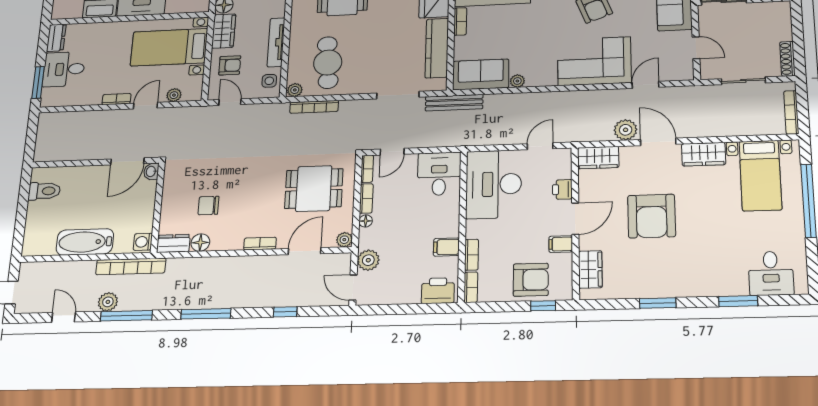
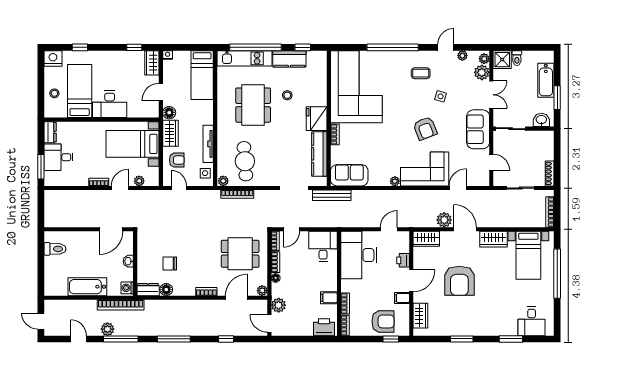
plant: (517, 81) -> (395, 181), moved
washbasin: (151, 171) -> (128, 261), moved

